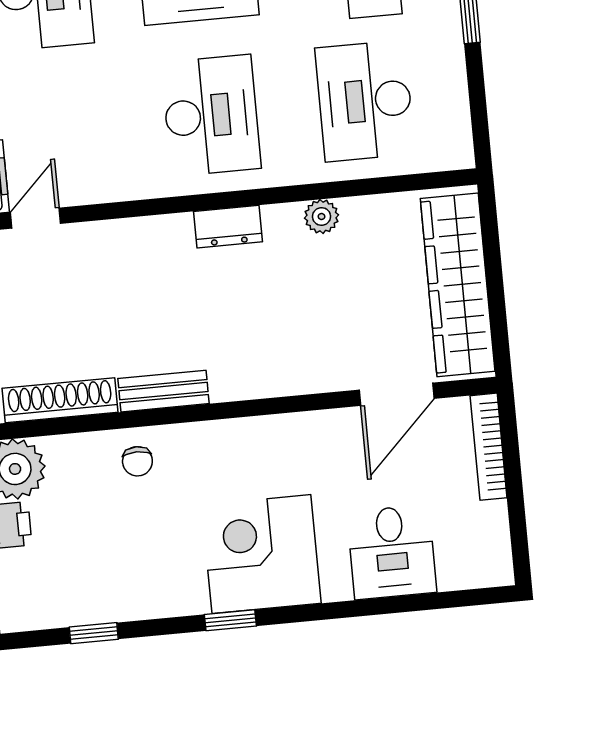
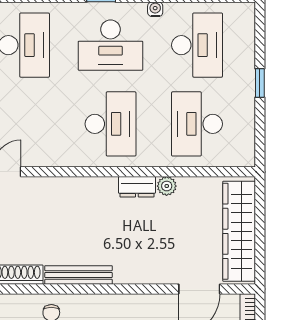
dresser: (228, 227) -> (137, 187), moved
bench: (164, 391) -> (78, 275), width x1.36

